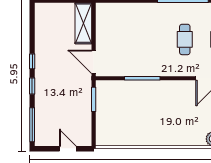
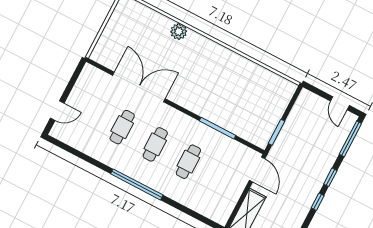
cafe table: (151, 39) -> (188, 162), added
door: (68, 149) -> (340, 103), moved

